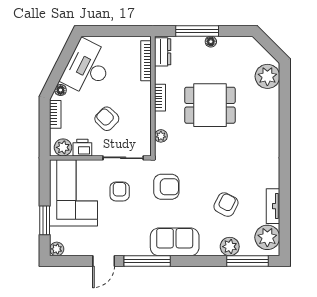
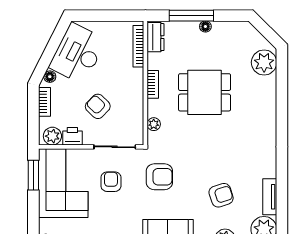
armchair: (226, 205) -> (221, 195), turned 45
window: (45, 220) -> (33, 175), moved

